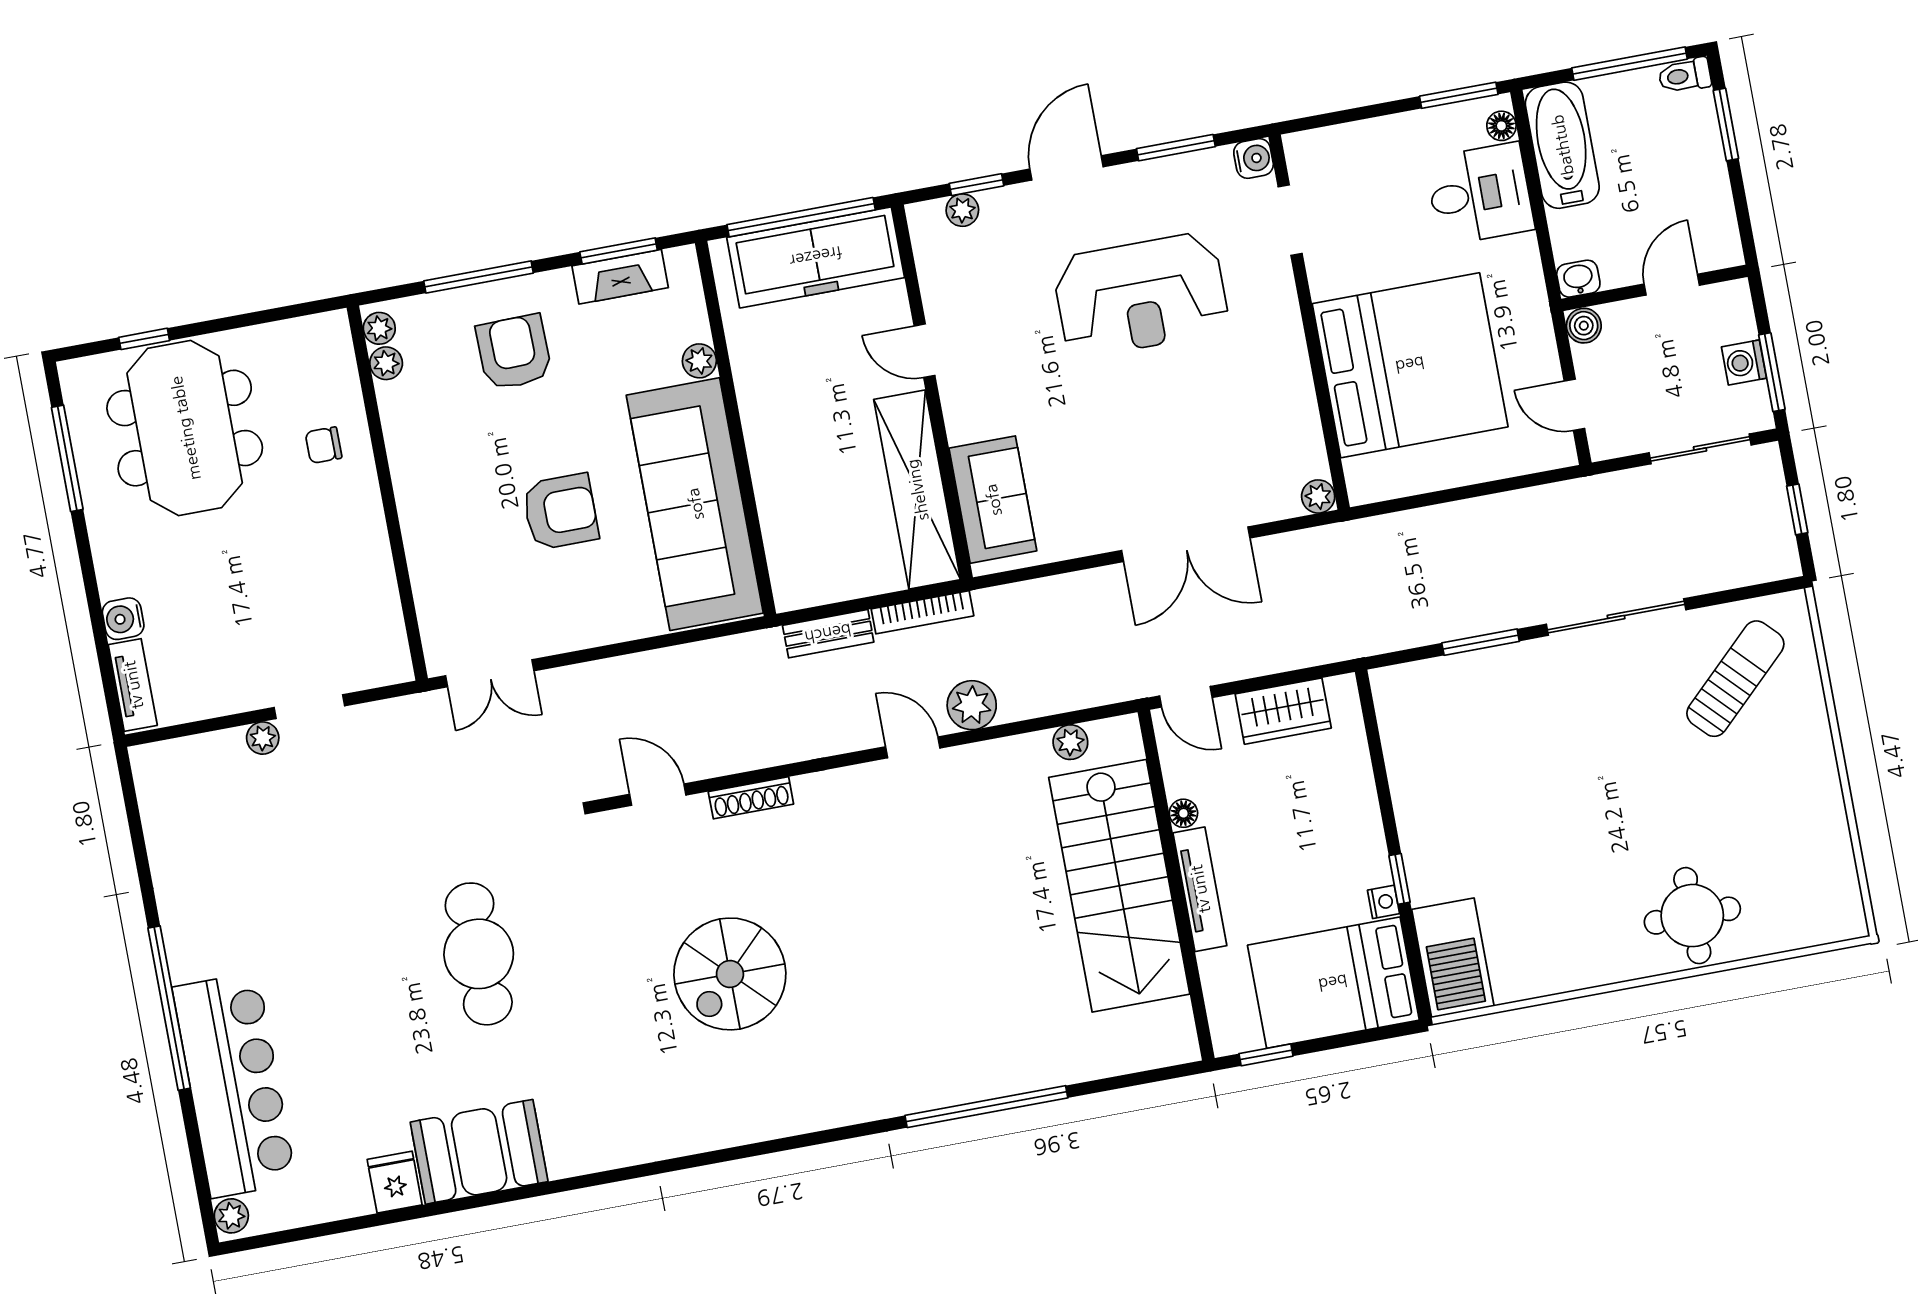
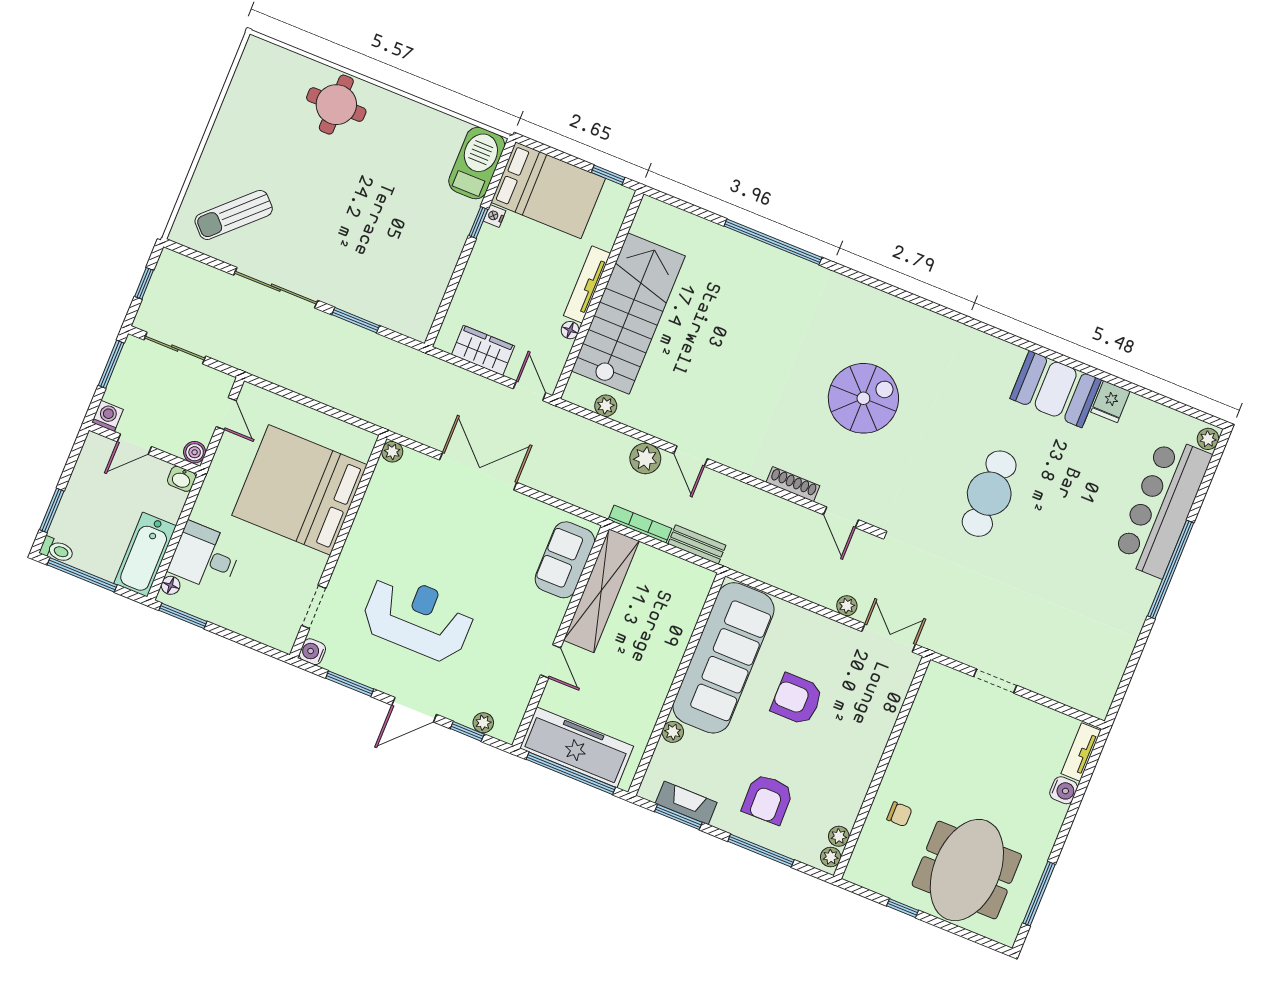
window: (144, 339) -> (902, 908), moved
washing machine: (1744, 362) -> (107, 416), moved, turned -90
plant: (263, 738) -> (847, 606), moved

